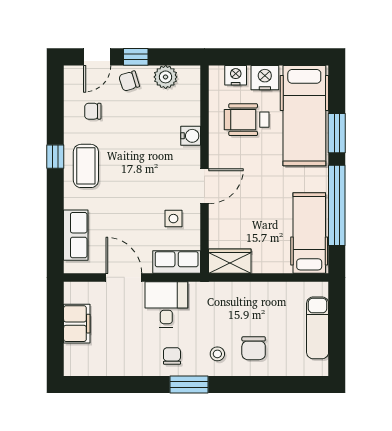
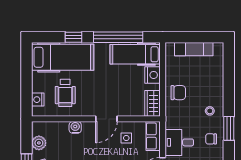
nightstand: (265, 78) -> (152, 75), moved, turned 180
window: (337, 133) -> (73, 37), width x0.67
door: (204, 186) -> (106, 119), swing flipped
chair: (254, 348) -> (178, 93), moved

